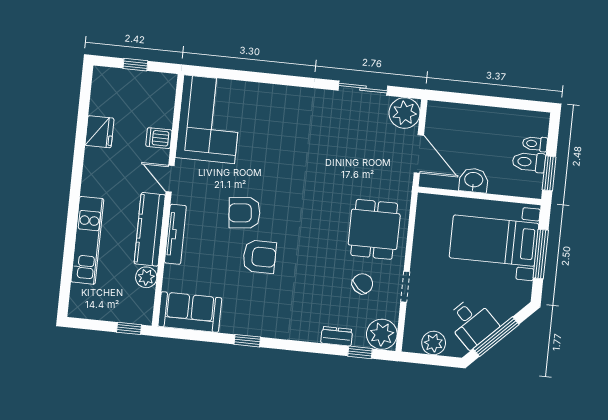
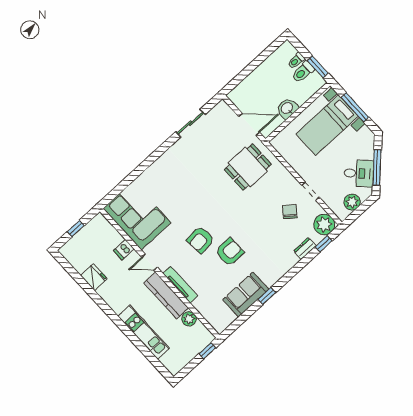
plant: (404, 113) -> (222, 113), removed
dining table: (374, 229) -> (248, 167), moved, turned 90
sofa: (190, 312) -> (246, 295), moved

